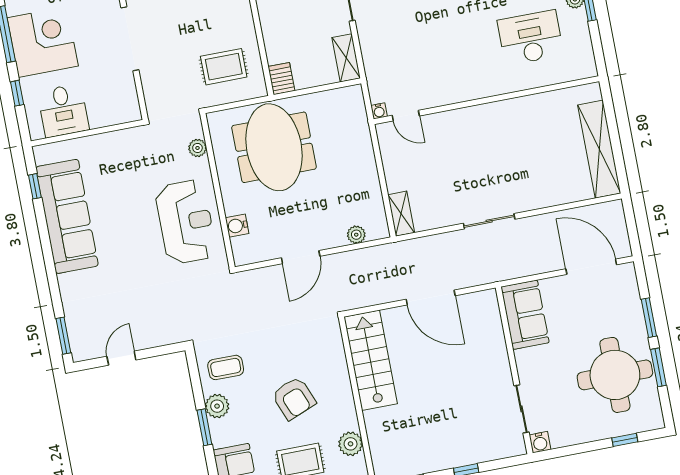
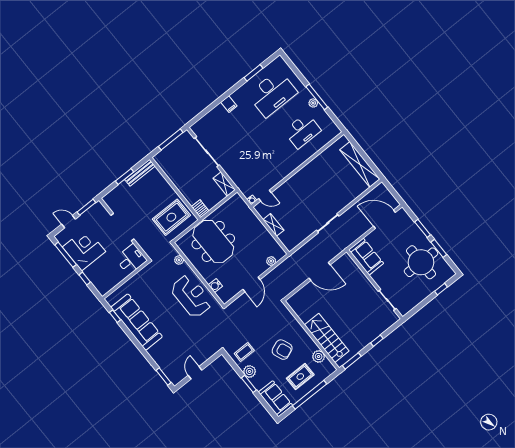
desk: (530, 38) -> (302, 131), turned 180
rug: (224, 67) -> (171, 217), width x1.36, depth x1.43
desk: (63, 111) -> (131, 259), moved, turned -90
shelving: (401, 214) -> (273, 225), moved
stairs: (371, 360) -> (327, 338), moved
water cooler: (540, 442) -> (403, 310), removed

